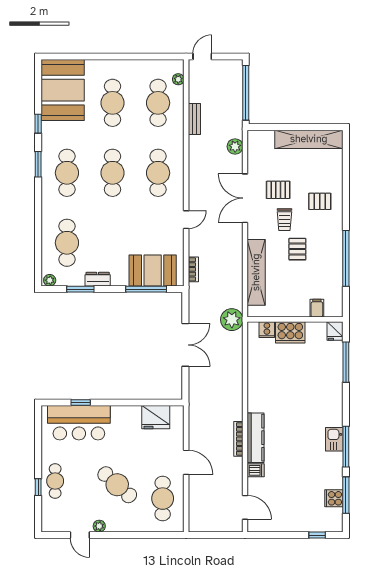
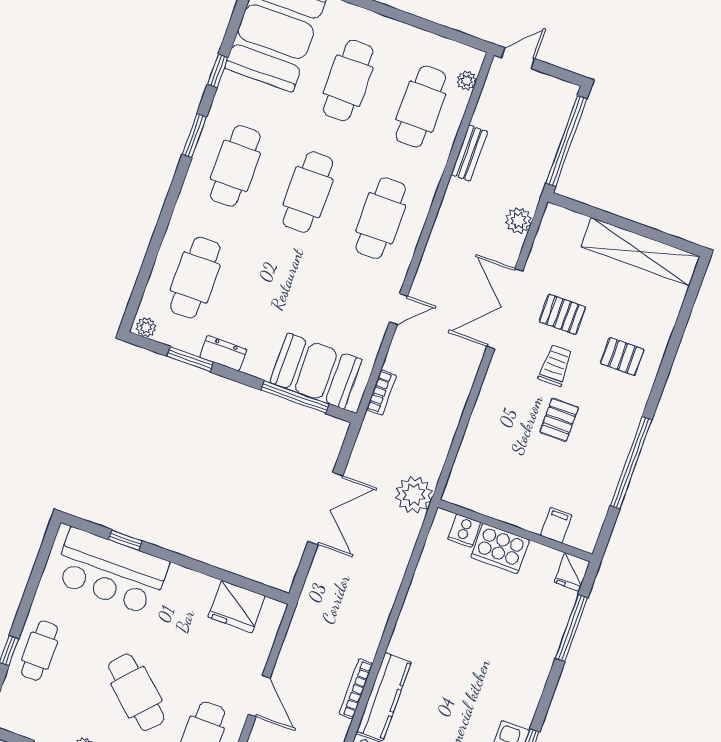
trolley: (284, 220) -> (555, 365), turned 180
shelving: (256, 272) -> (480, 433), removed

